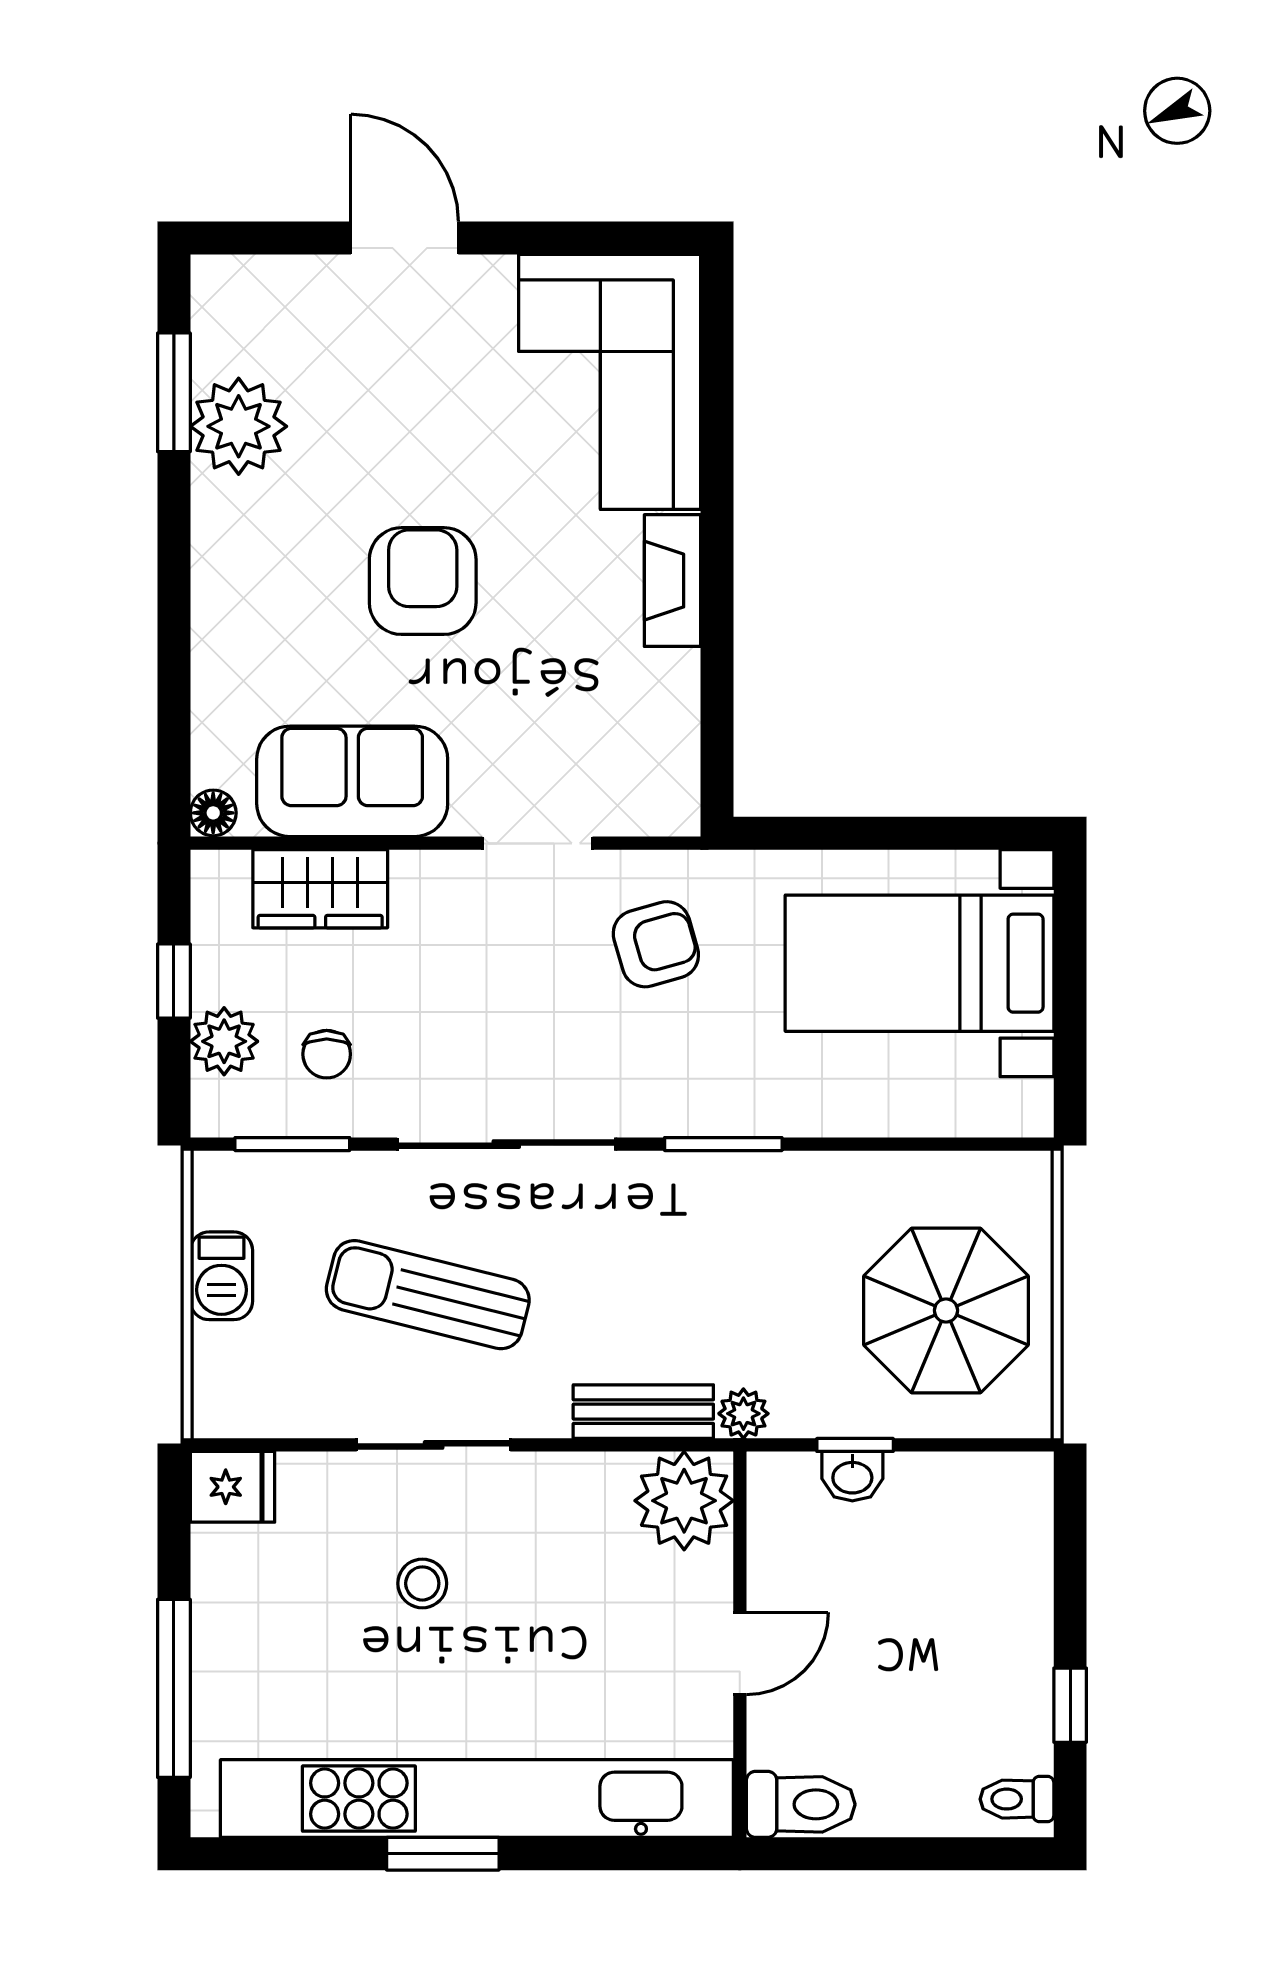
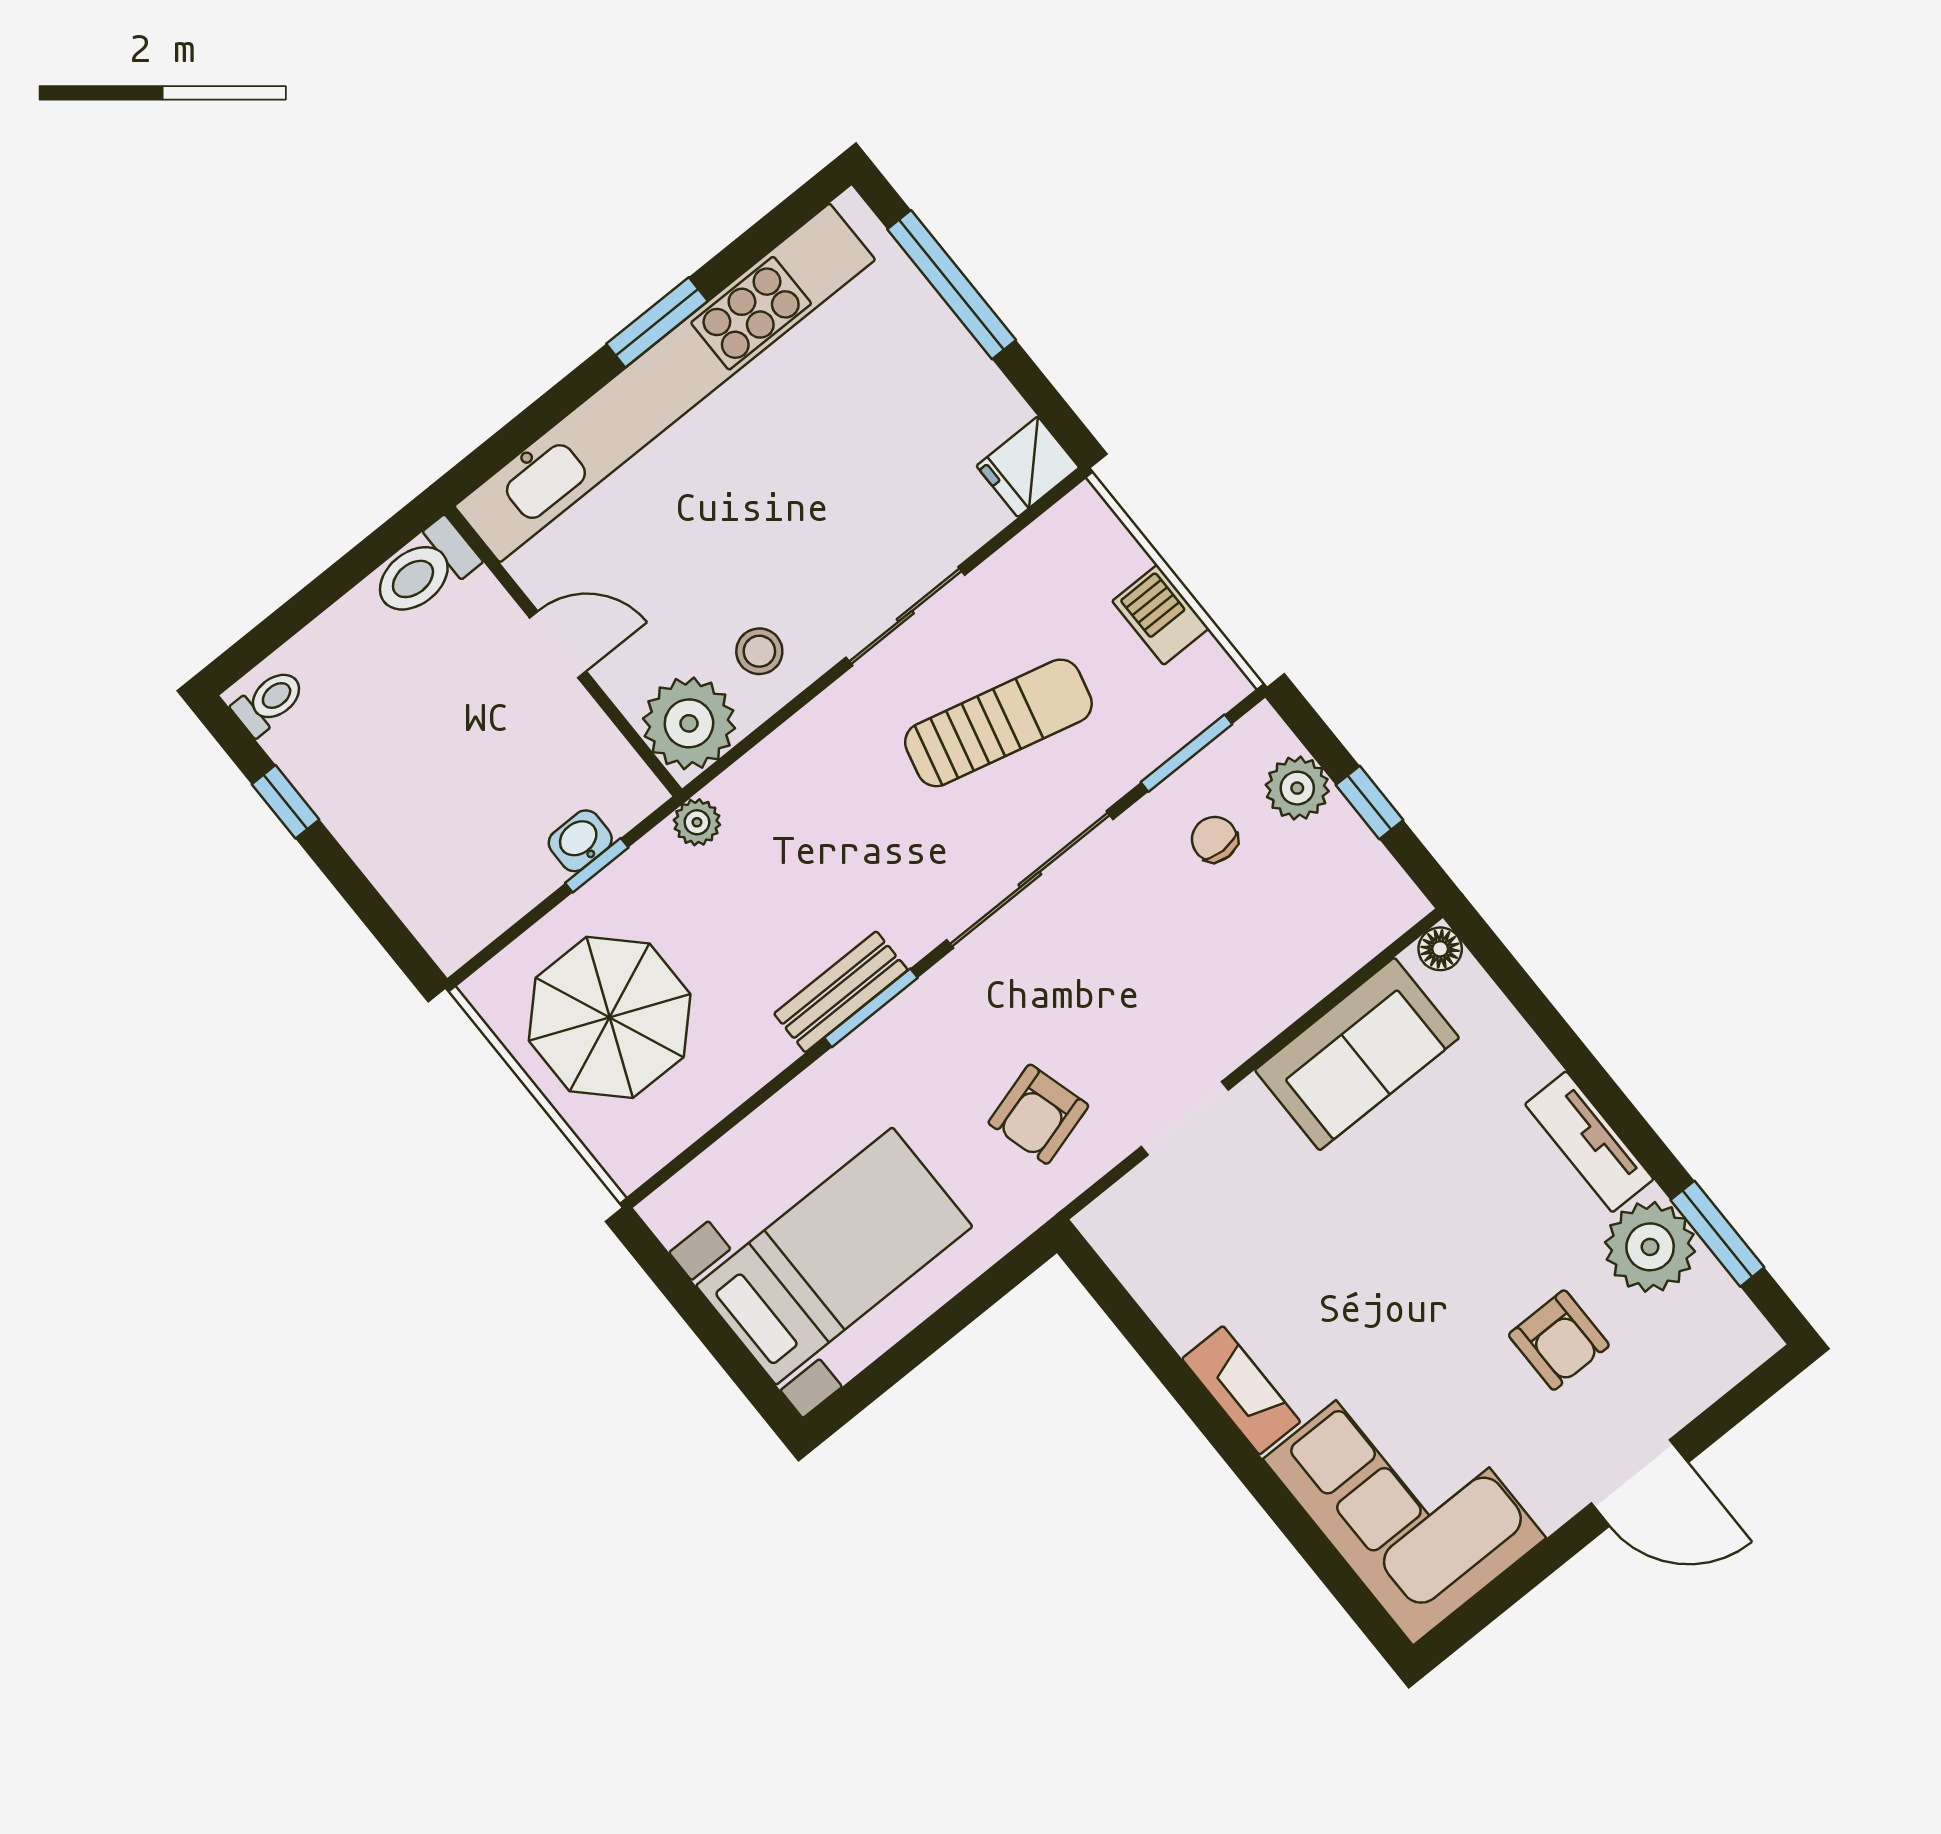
tv unit: (219, 554) -> (1589, 1142), added
armchair: (423, 581) -> (1559, 1340), moved, width x0.72, depth x0.72
wardrobe: (320, 889) -> (1317, 957), removed
bench: (643, 1412) -> (841, 992), moved
stool: (422, 1583) -> (759, 651), moved
door: (740, 1654) -> (558, 644), swing flipped

